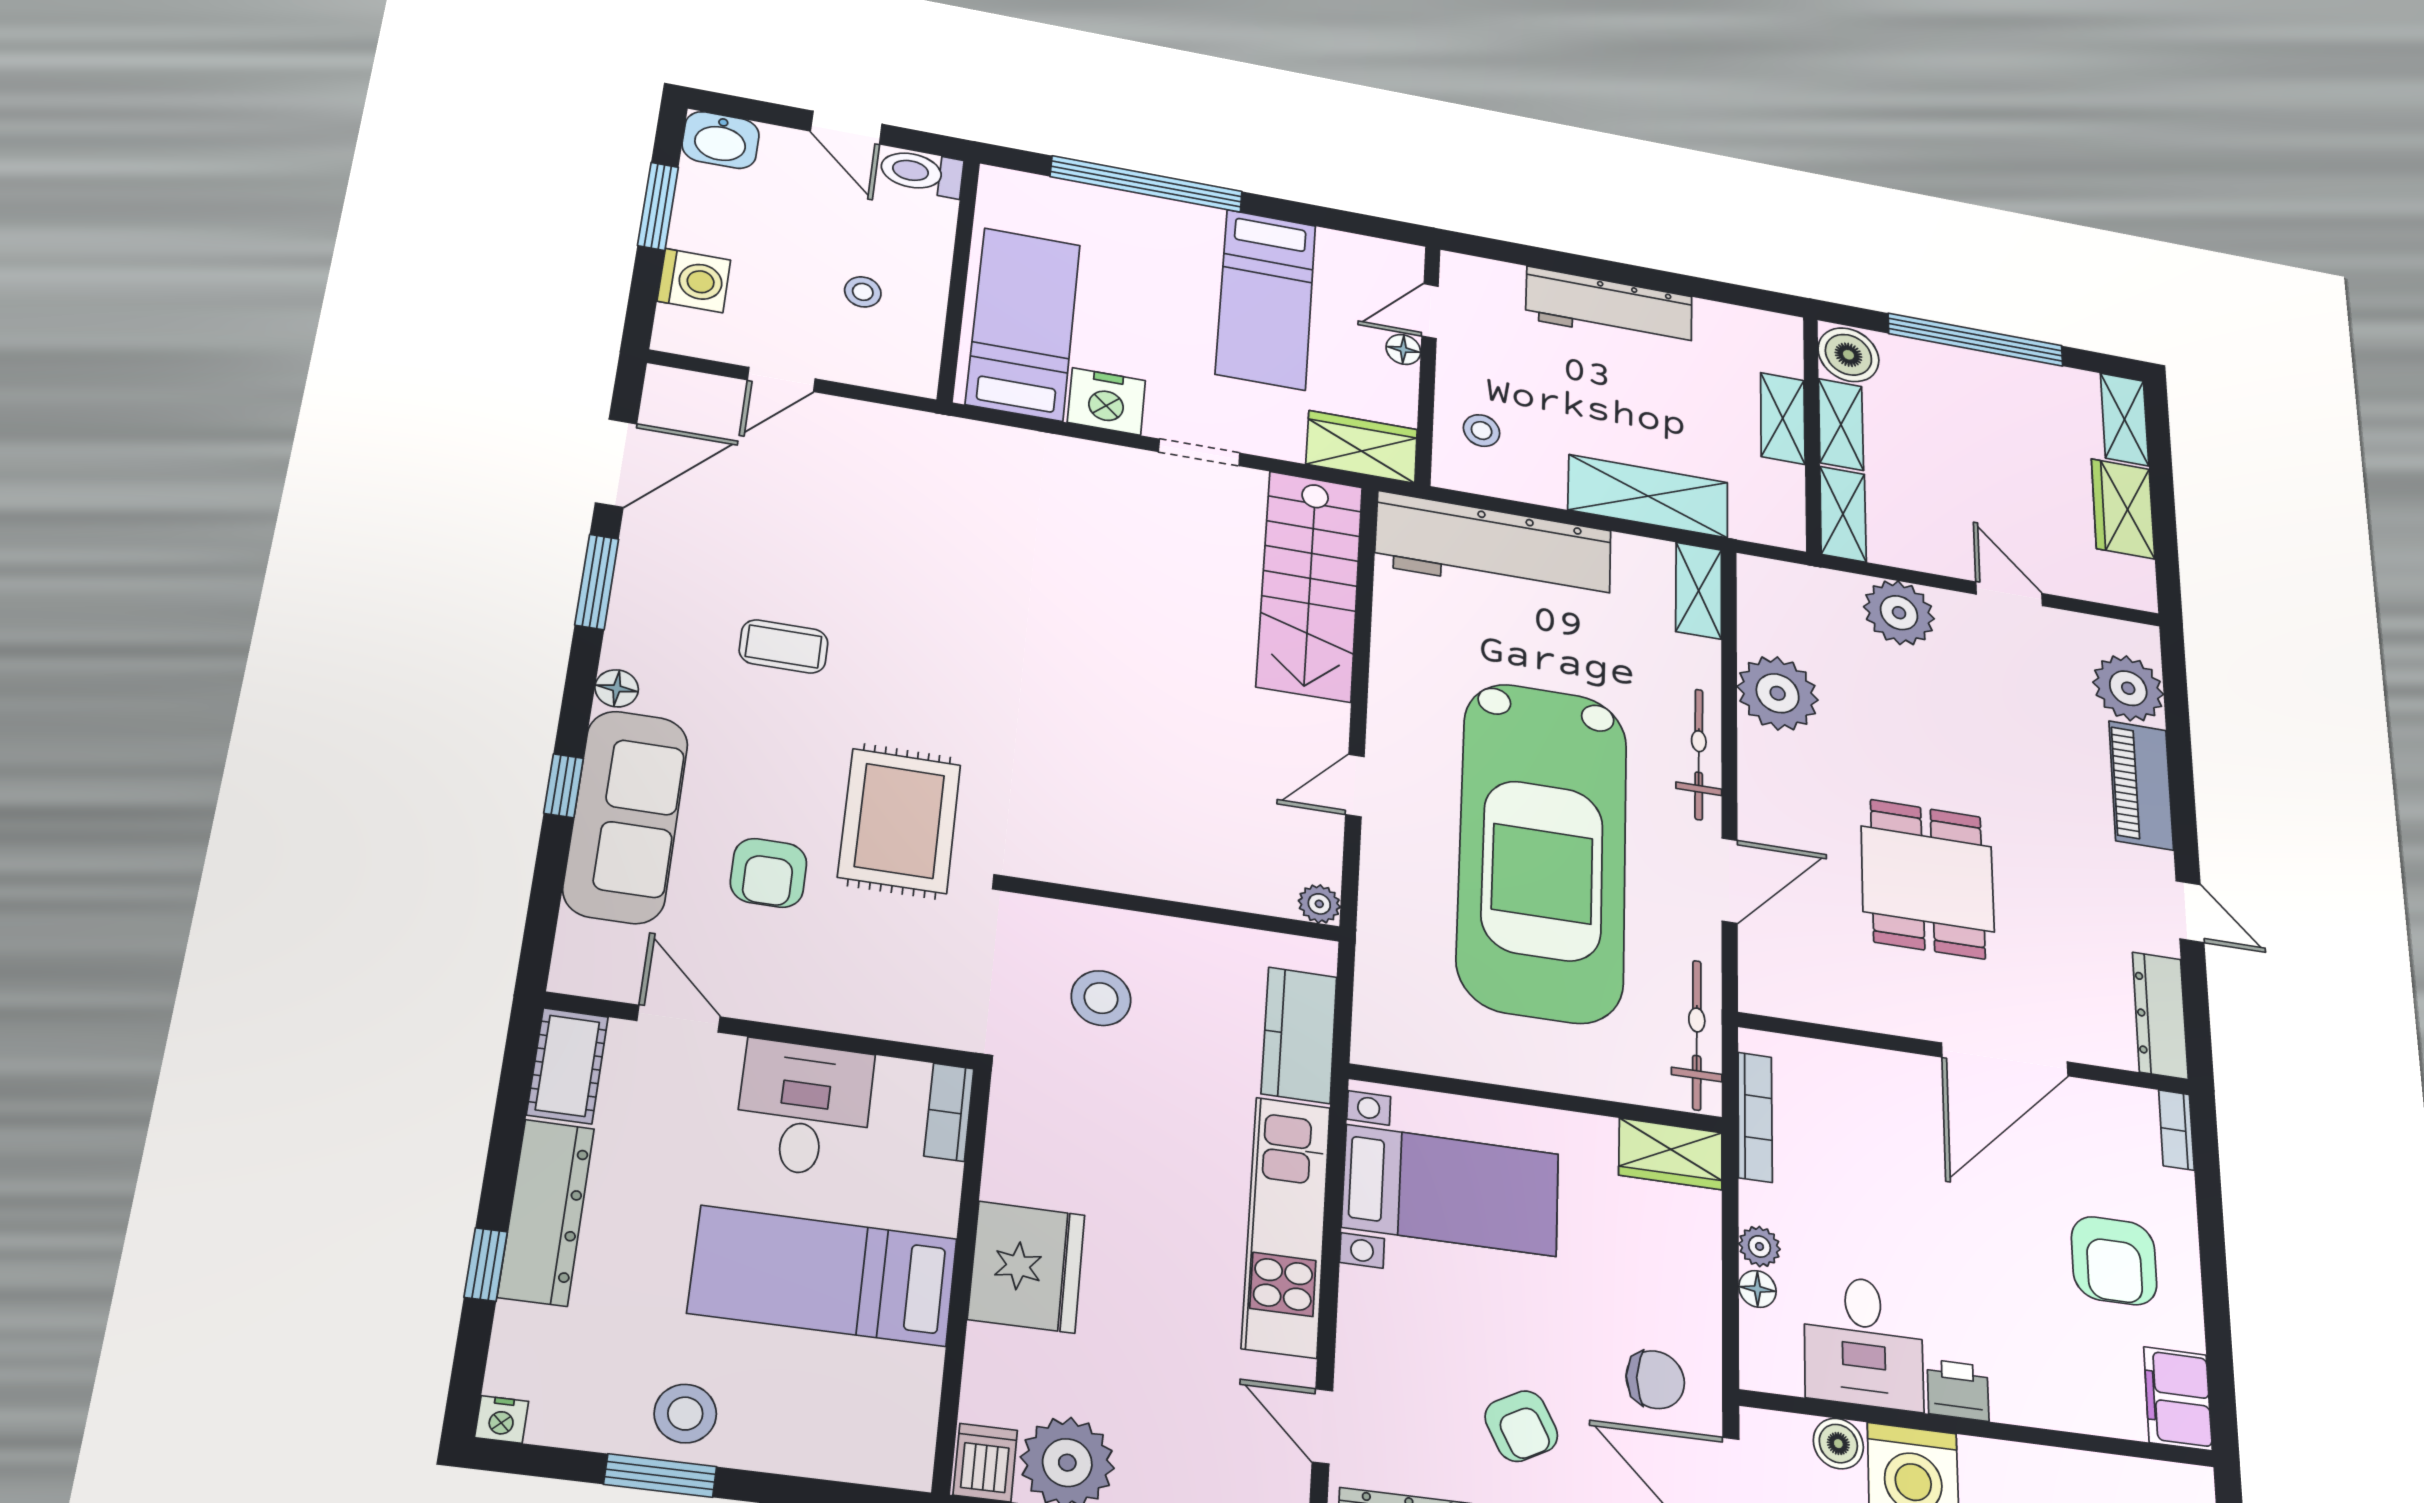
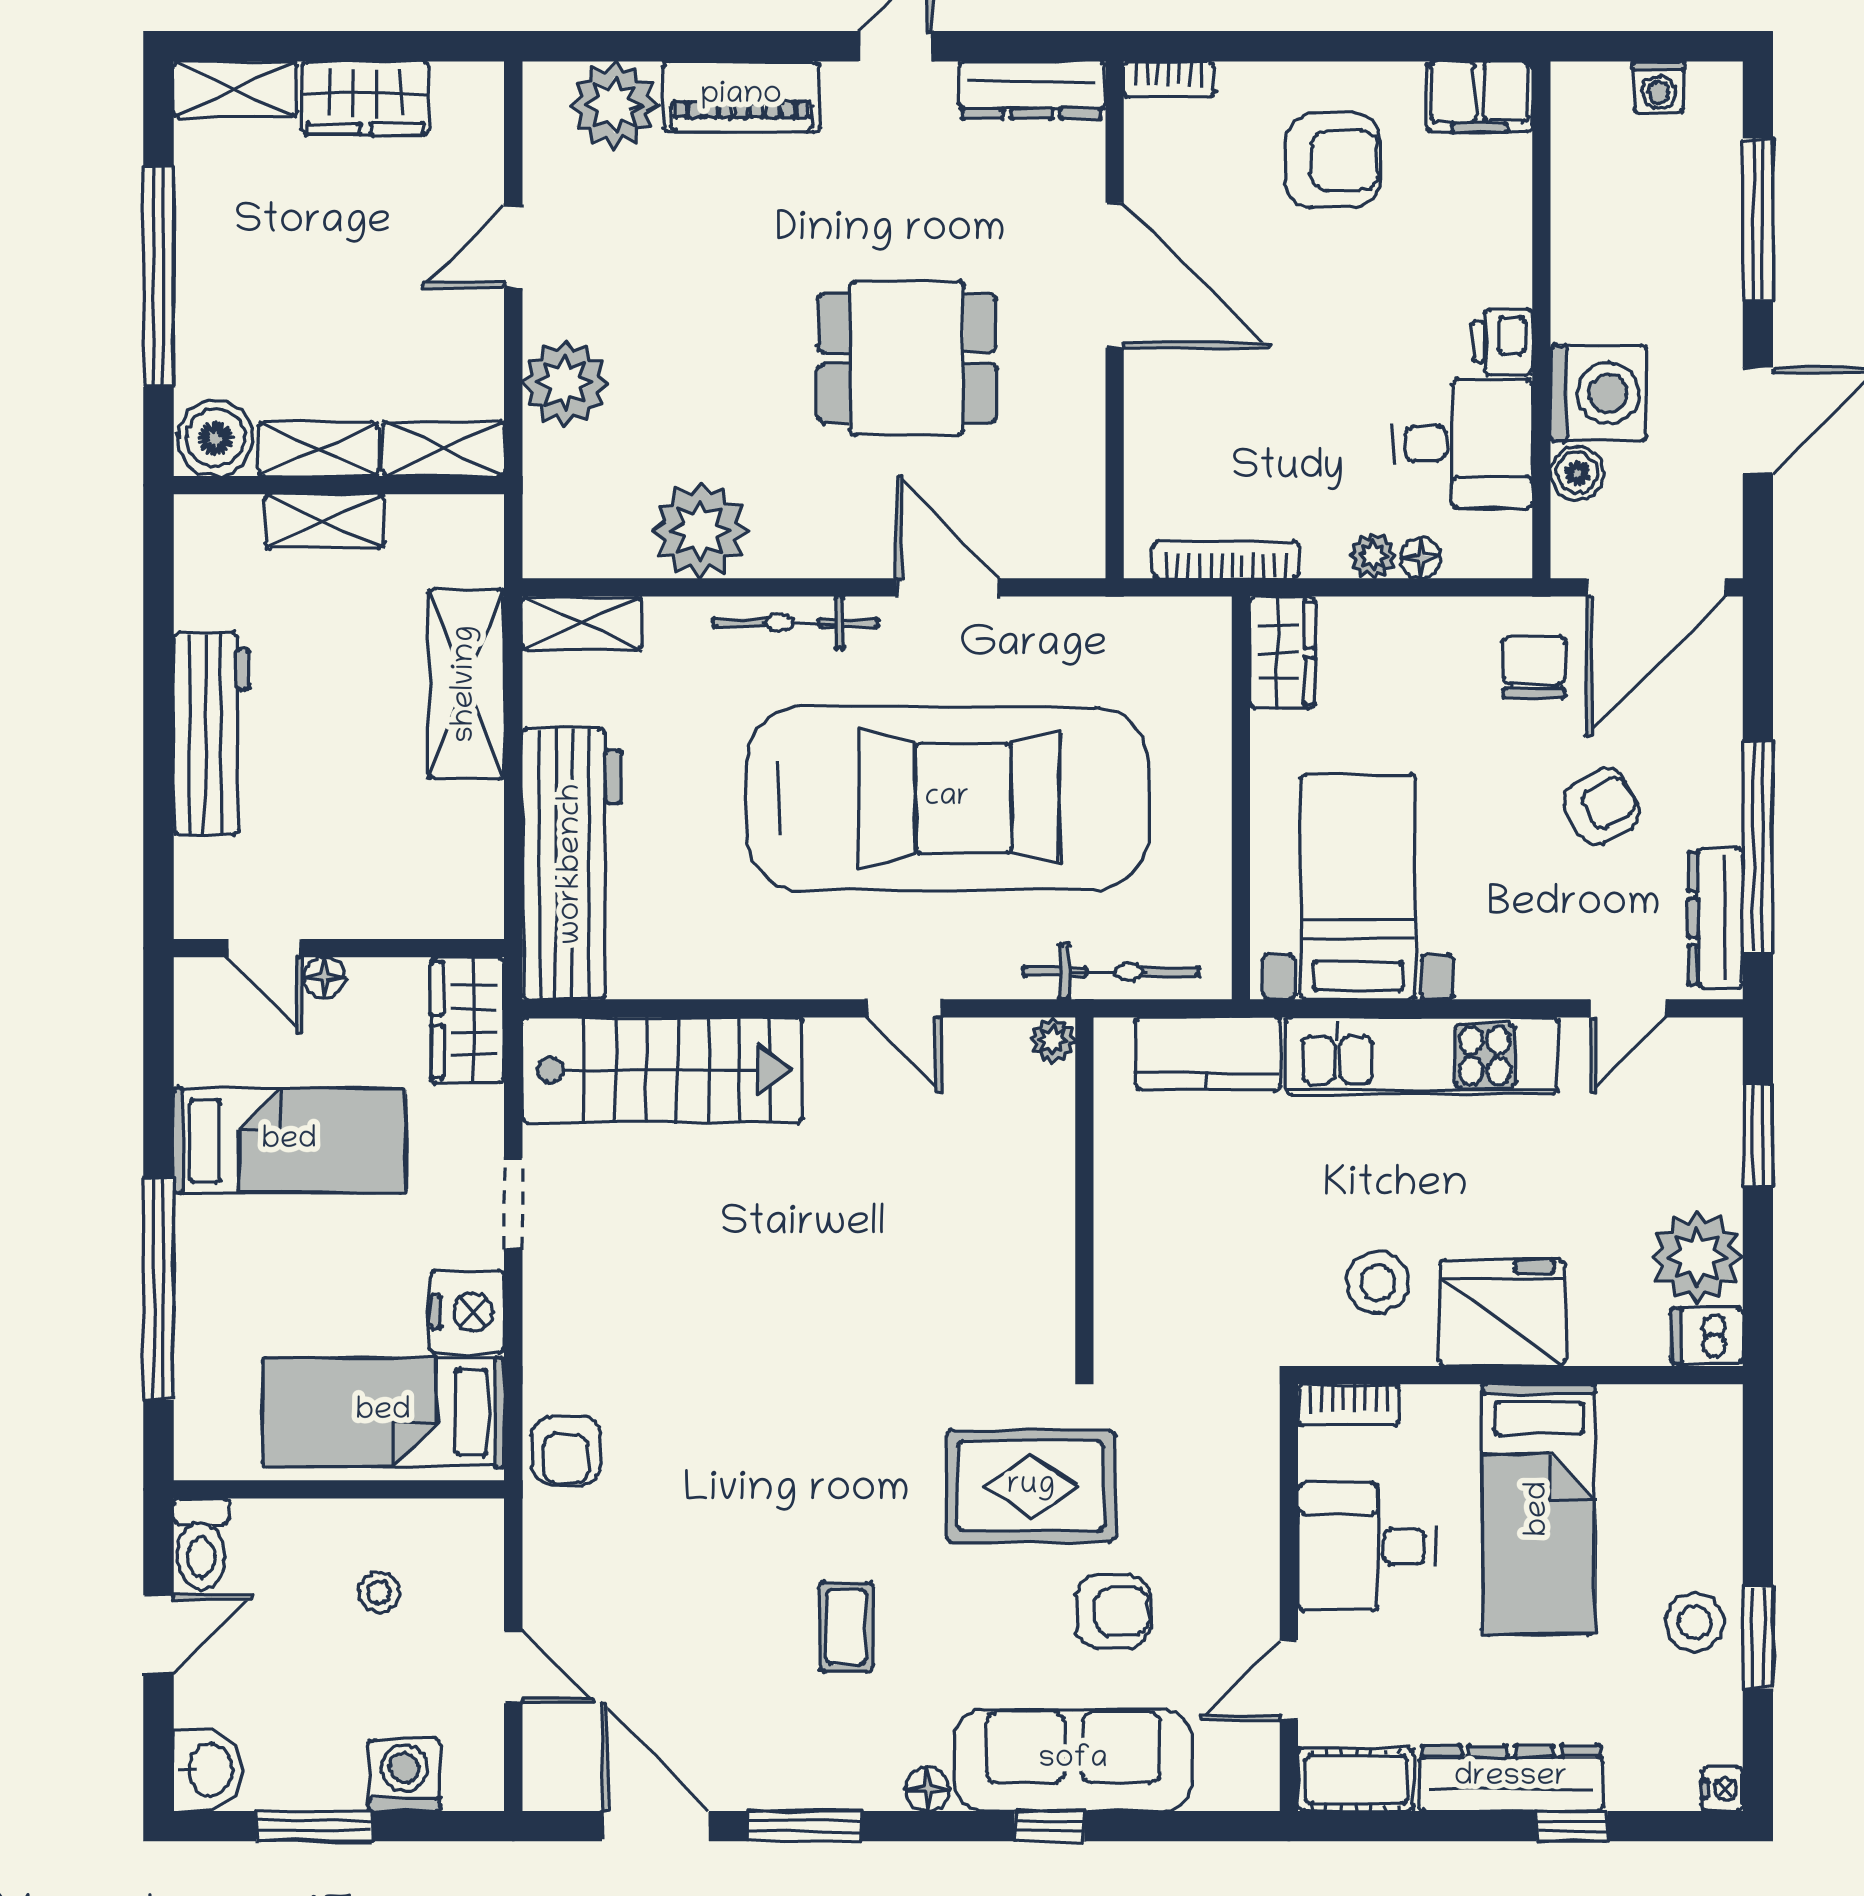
stool: (1482, 430) -> (417, 882), removed
armchair: (975, 454) -> (566, 1450), added
stool: (1101, 998) -> (1378, 1282), moved
bicycle: (1697, 1035) -> (1111, 971), moved, turned 180

